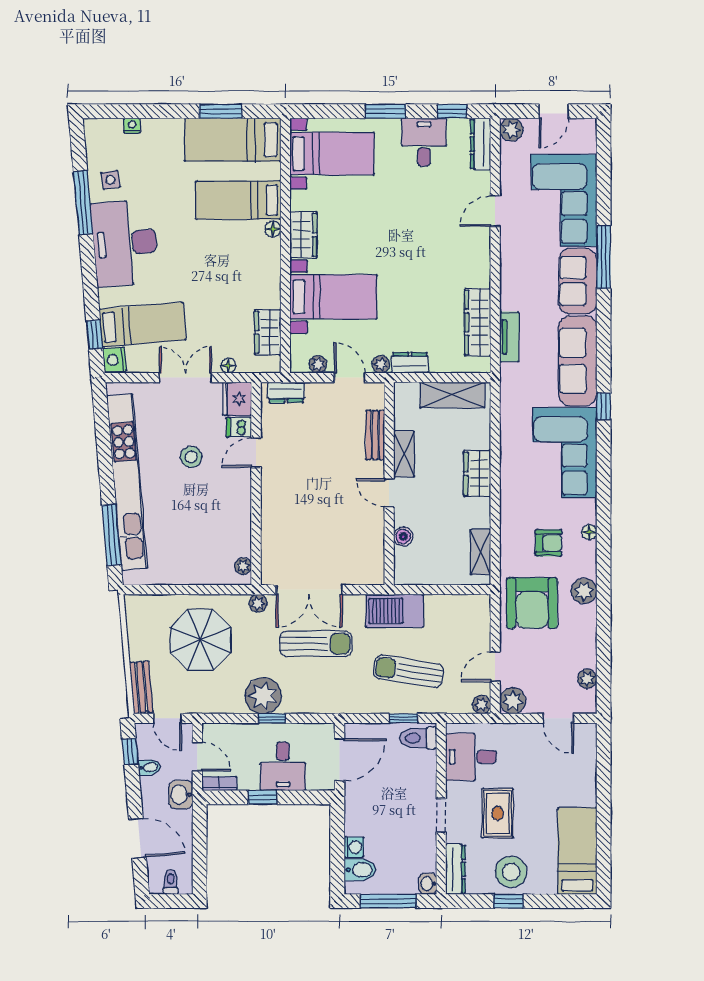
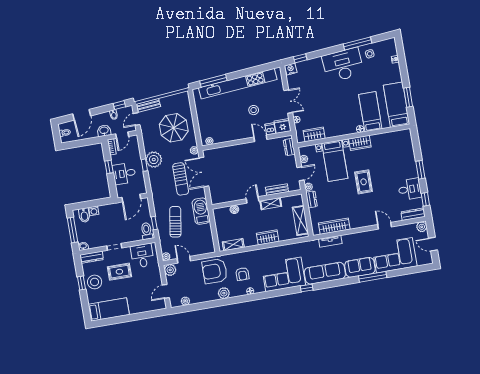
bed with nightstands: (332, 154) -> (398, 149), removed
rug: (391, 241) -> (364, 182), added
bed: (143, 324) -> (308, 79), removed
door: (340, 760) -> (131, 198), hinge flipped

